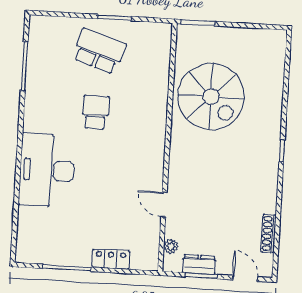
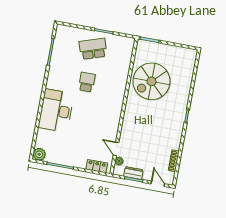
school desk: (99, 51) -> (93, 49), turned -36
spiral stairs: (211, 97) -> (151, 81), turned 90
door: (164, 204) -> (116, 149), moved
plant: (27, 252) -> (39, 154), added
locker: (111, 259) -> (97, 166), moved

